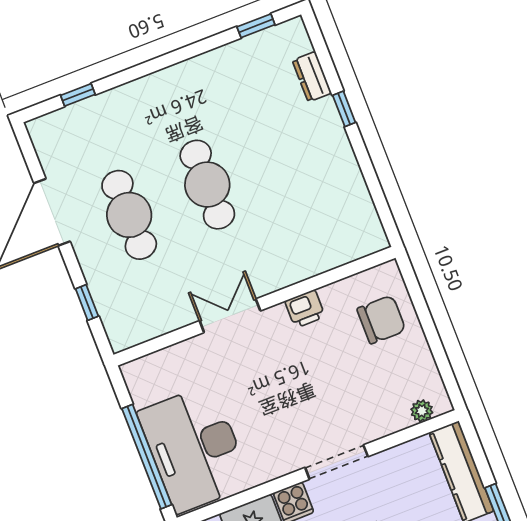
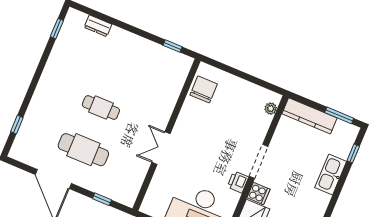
window: (344, 109) -> (173, 46), moved
cafe table: (207, 185) -> (101, 108), width x0.73, depth x0.74
printer: (305, 309) -> (238, 182), moved, turned 180
chair: (381, 320) -> (204, 89), moved

